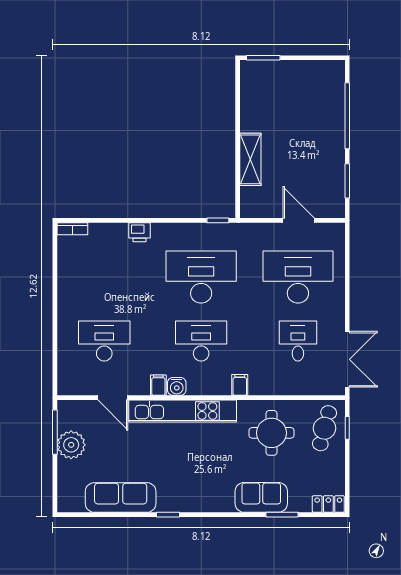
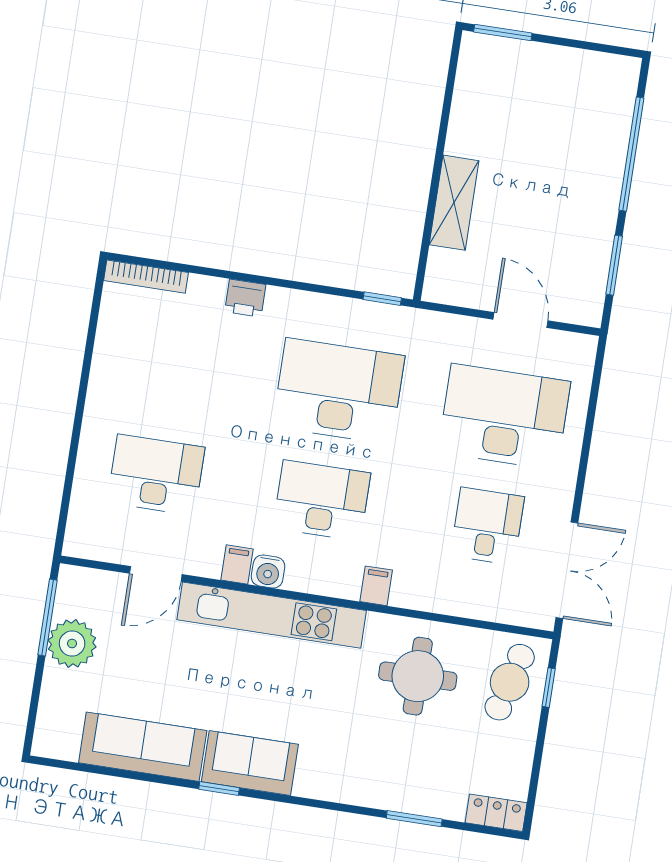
bookcase: (72, 229) -> (146, 277), width x1.56
door: (113, 398) -> (156, 574), hinge flipped
sofa: (261, 497) -> (250, 763), moved

